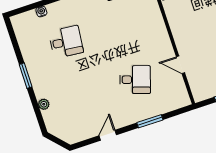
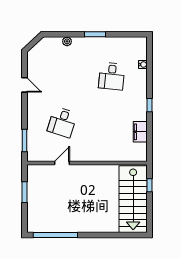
window: (150, 121) -> (24, 141), moved

